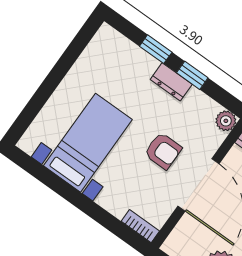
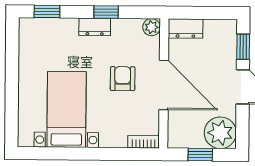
window: (156, 49) -> (47, 12), moved
armchair: (163, 151) -> (123, 79), turned -90

